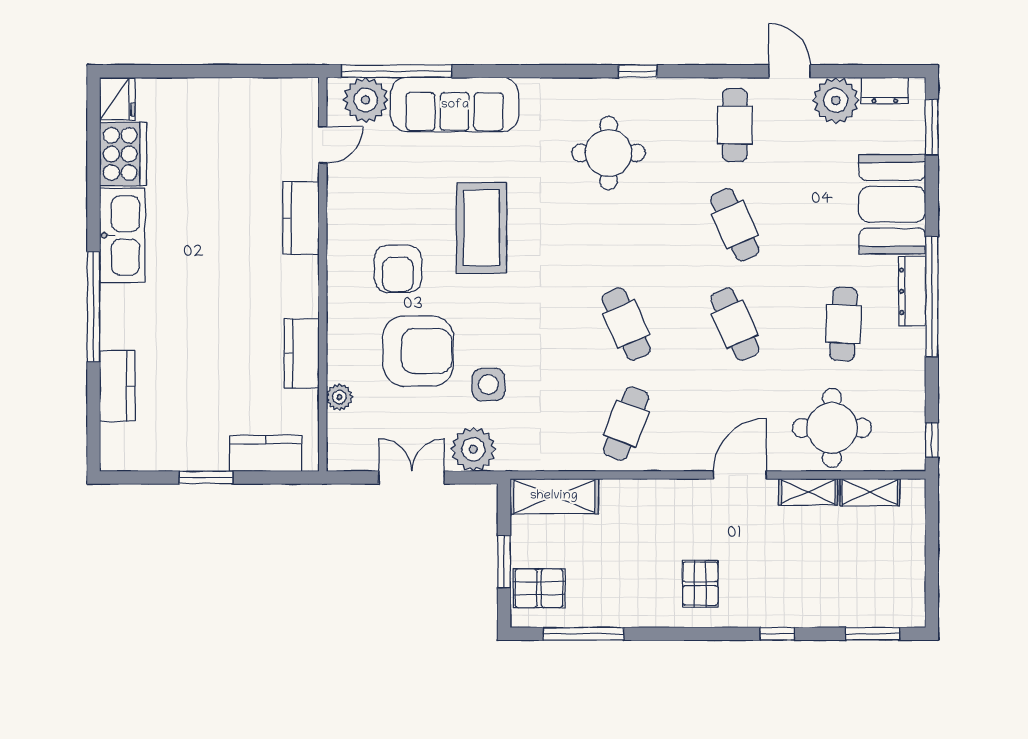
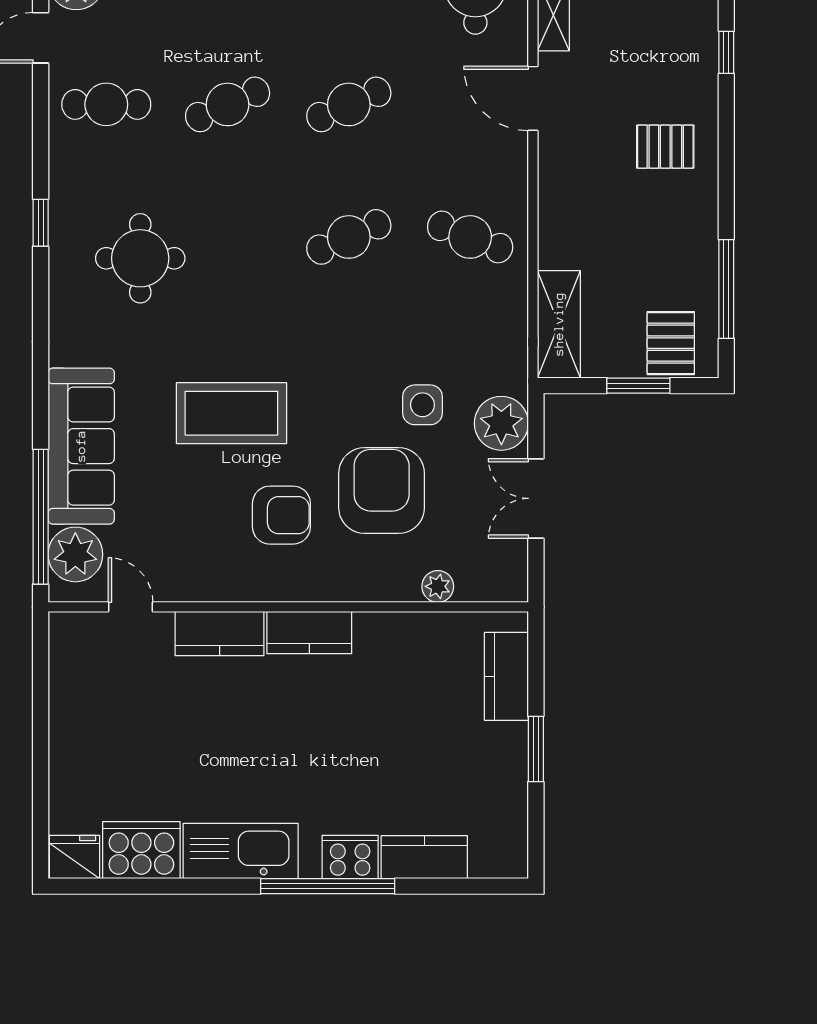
cooker: (117, 325) -> (350, 857), added
kitchen counter: (302, 353) -> (309, 632), moved

